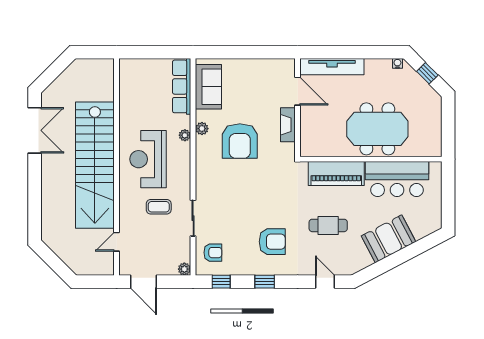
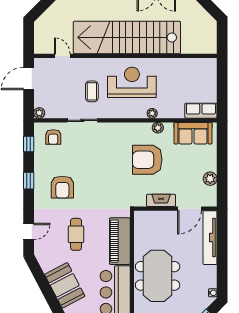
plant: (262, 67) -> (210, 179), added
row of seats: (182, 86) -> (201, 111), width x0.68

